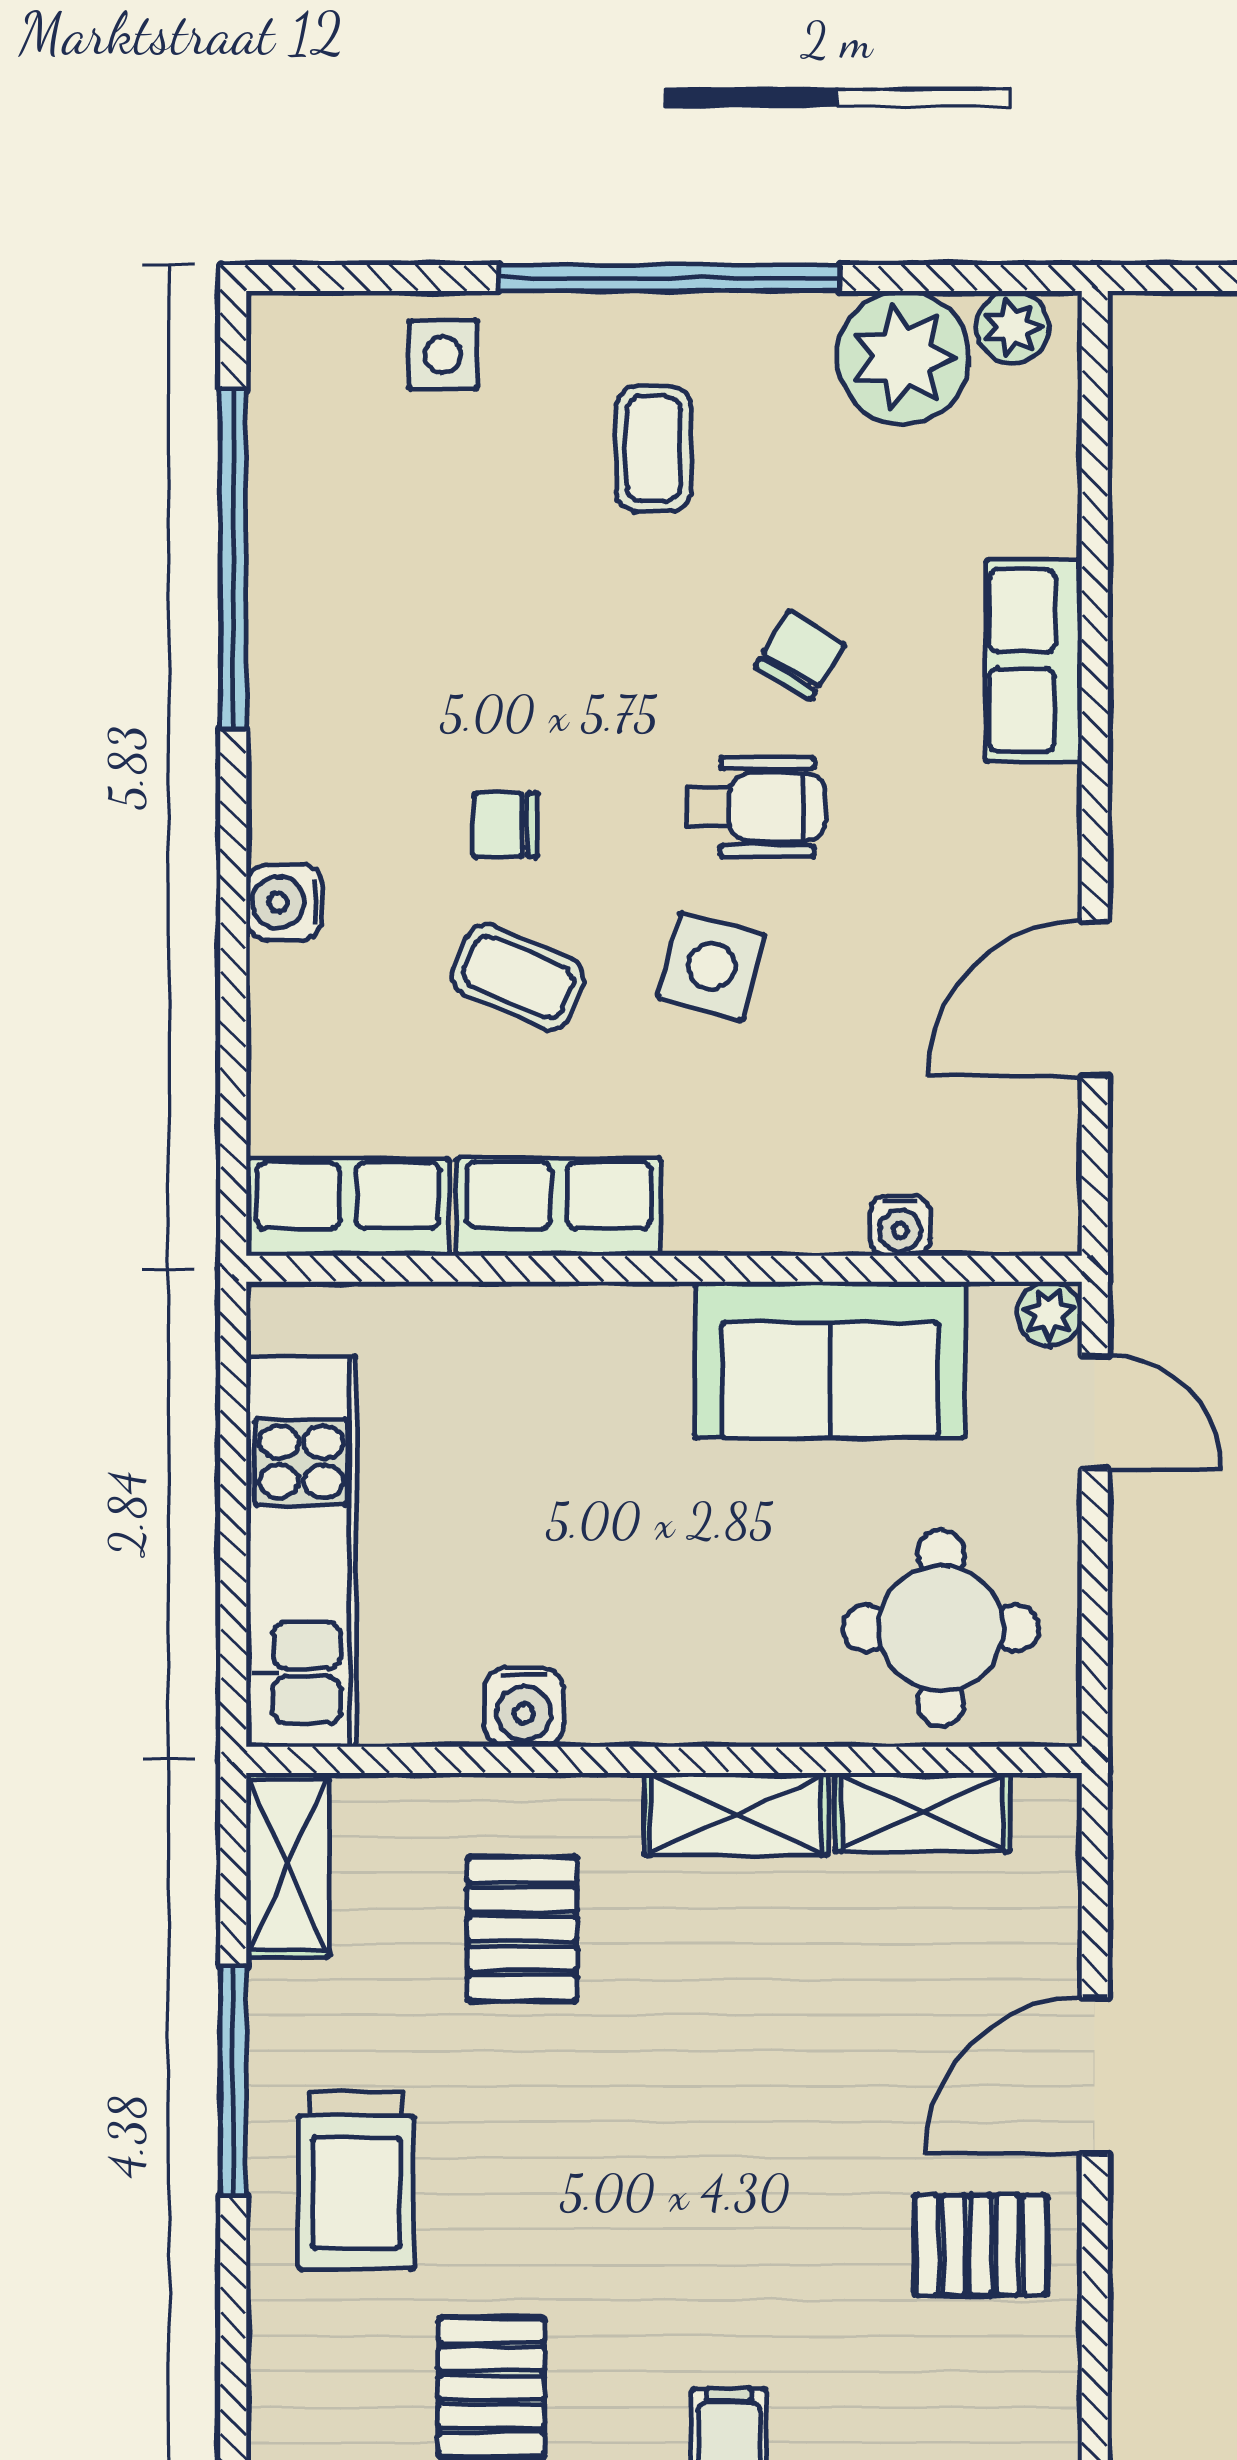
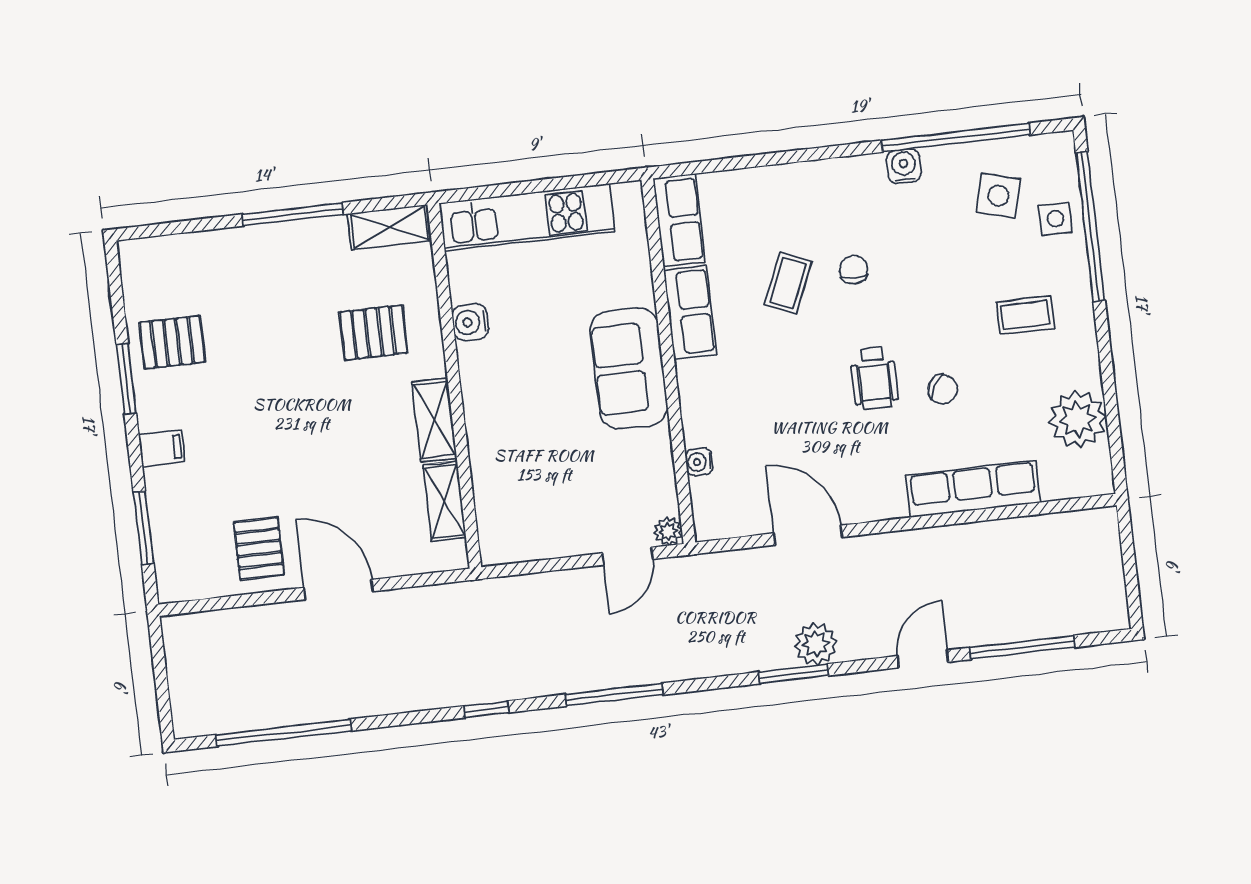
window: (669, 278) -> (1090, 227), moved
plant: (1013, 327) -> (1096, 466), removed
row of seats: (1033, 661) -> (973, 489), width x1.48
water cooler: (284, 902) -> (904, 166), moved
side table: (712, 966) -> (998, 196), moved
sofa: (830, 1360) -> (629, 368), moved
round table: (941, 1628) -> (526, 500), removed
trolley: (356, 2180) -> (256, 273), removed

